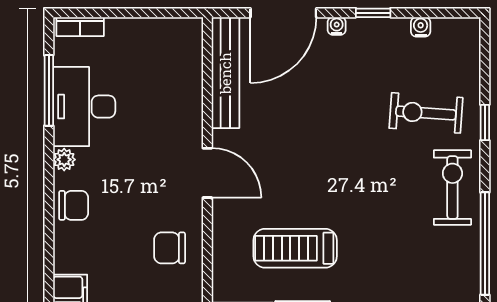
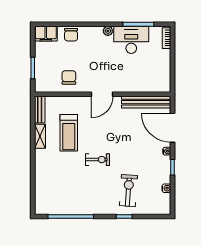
exercise bike: (452, 187) -> (97, 160), moved, width x0.73, depth x0.72
chair: (74, 205) -> (71, 35), moved
treadmill: (295, 248) -> (69, 133), turned 180

